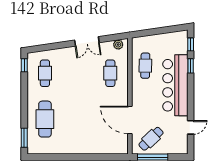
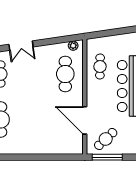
double door: (87, 41) -> (21, 46), moved
cafe table: (110, 73) -> (65, 74), width x1.37, depth x1.35

